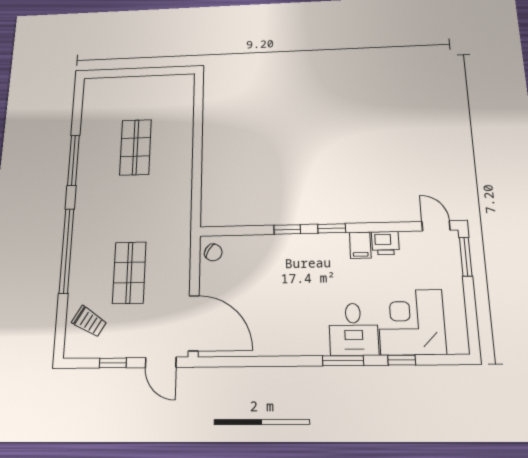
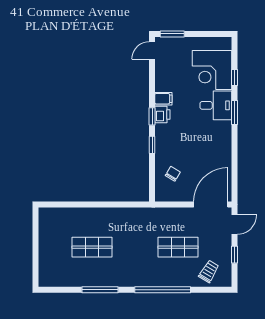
printer: (385, 243) -> (162, 115), moved
chair: (213, 252) -> (173, 174), moved

